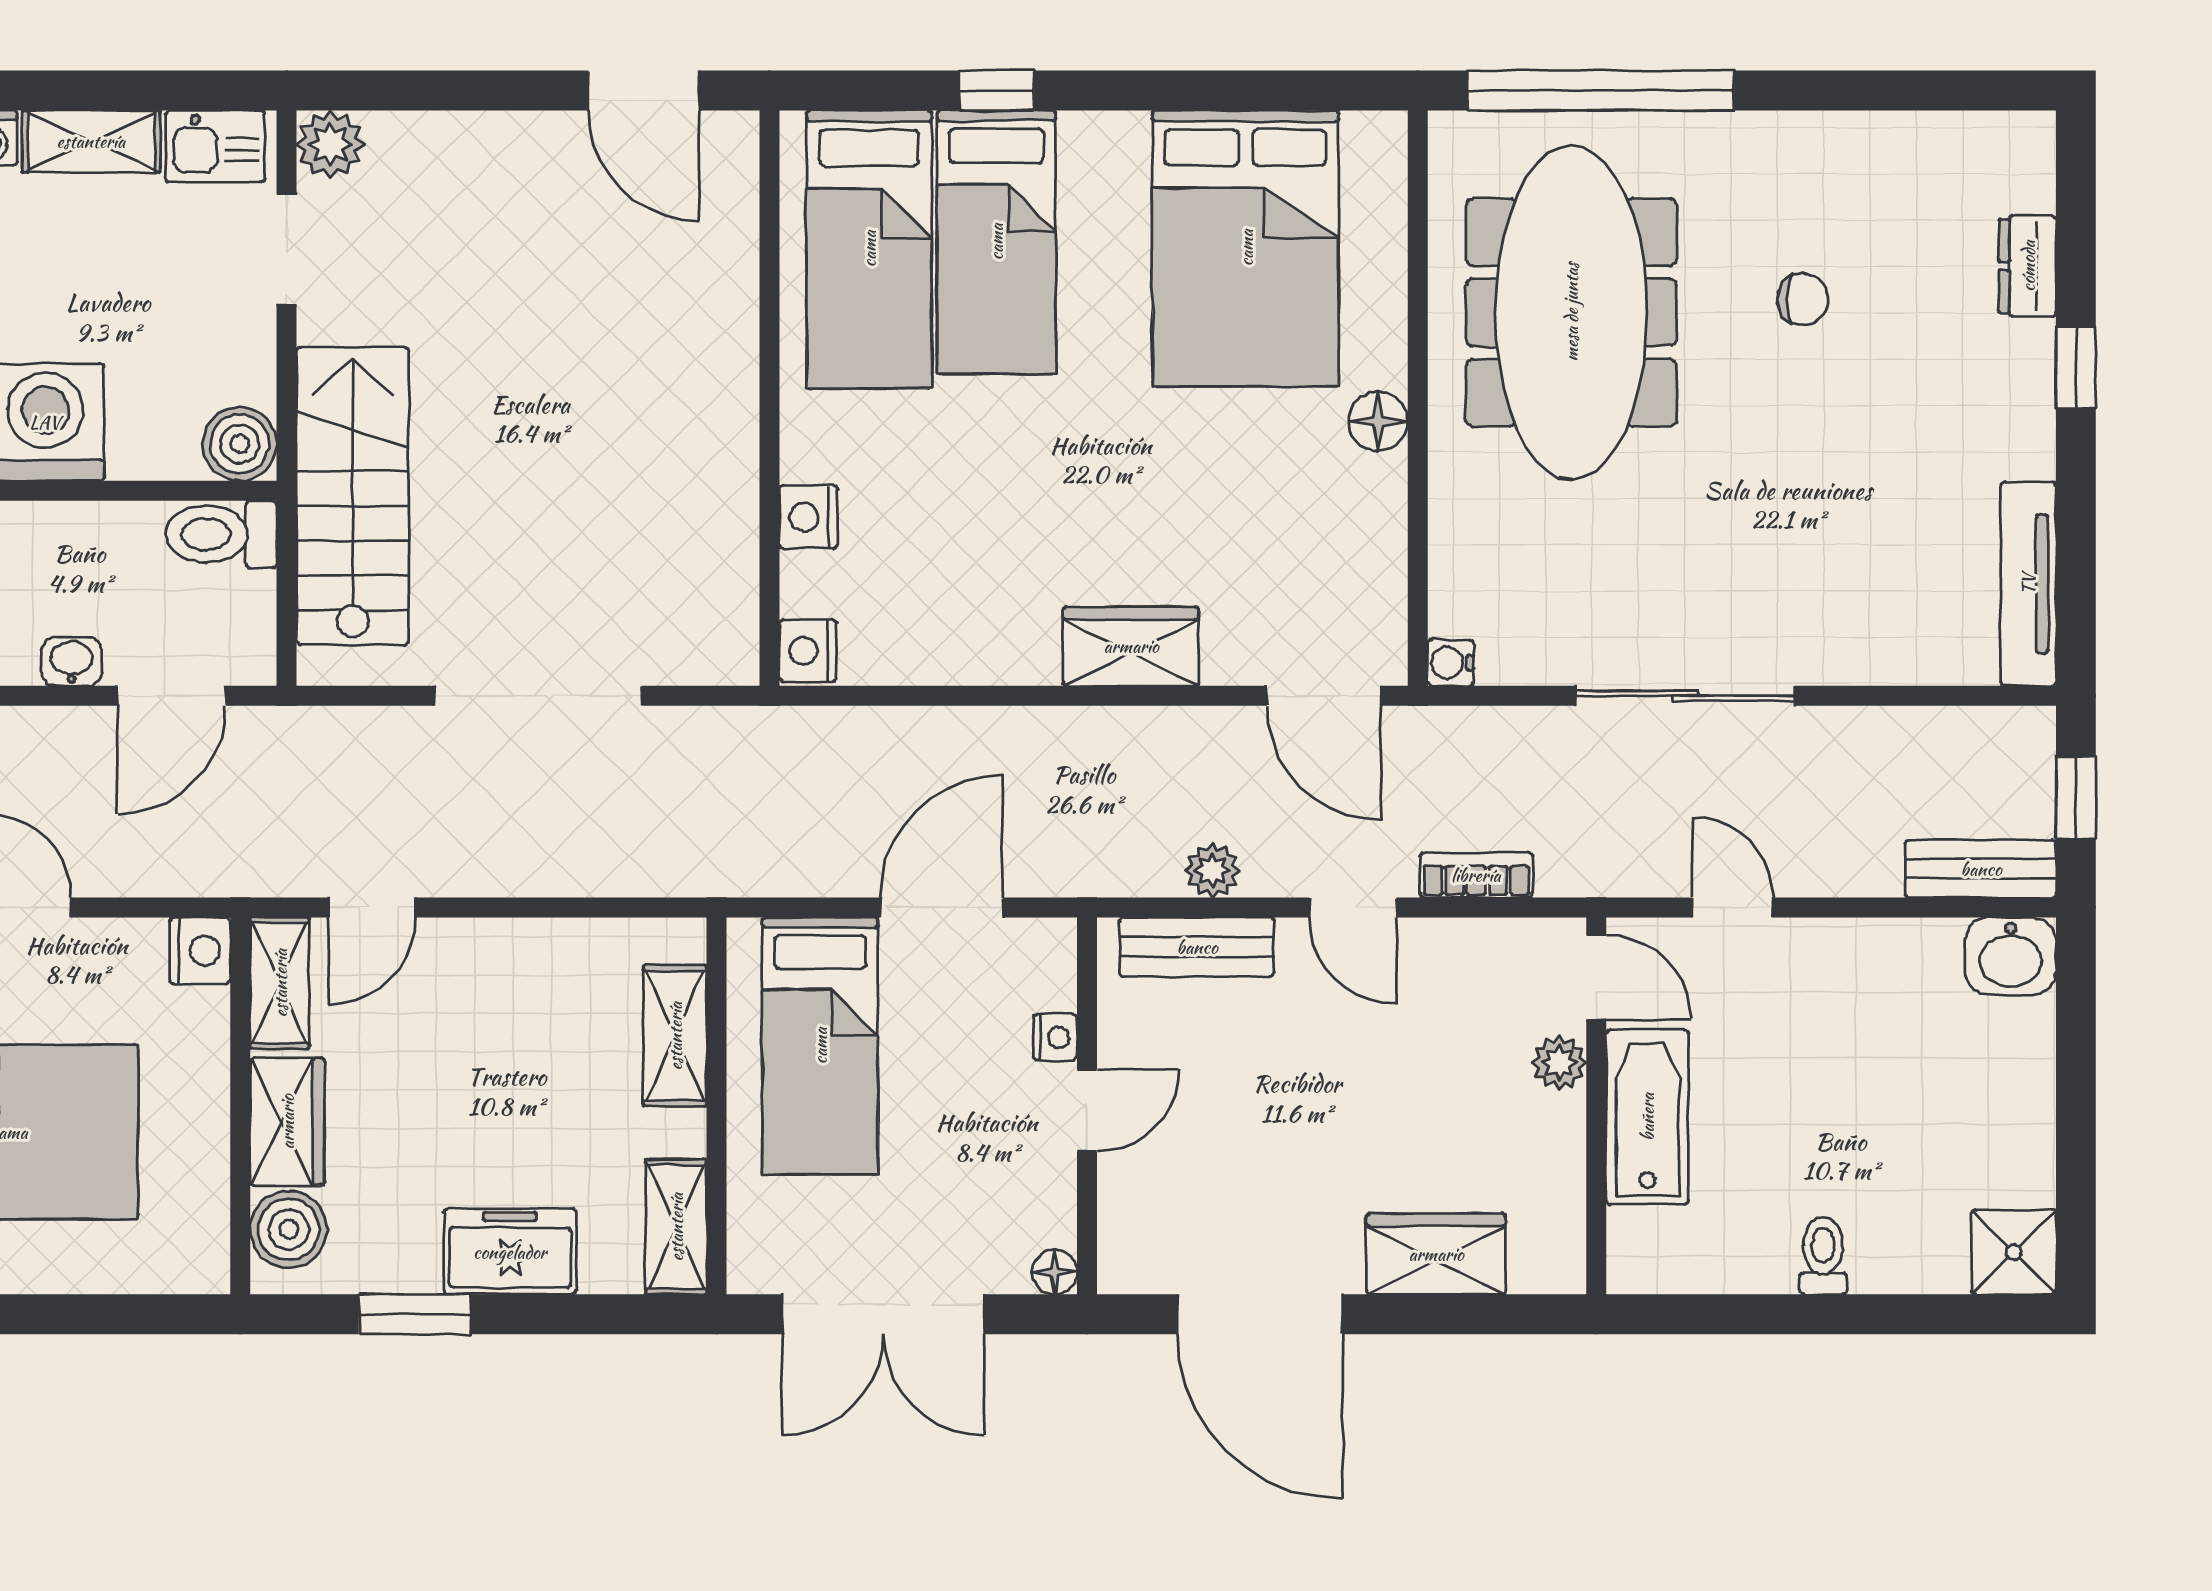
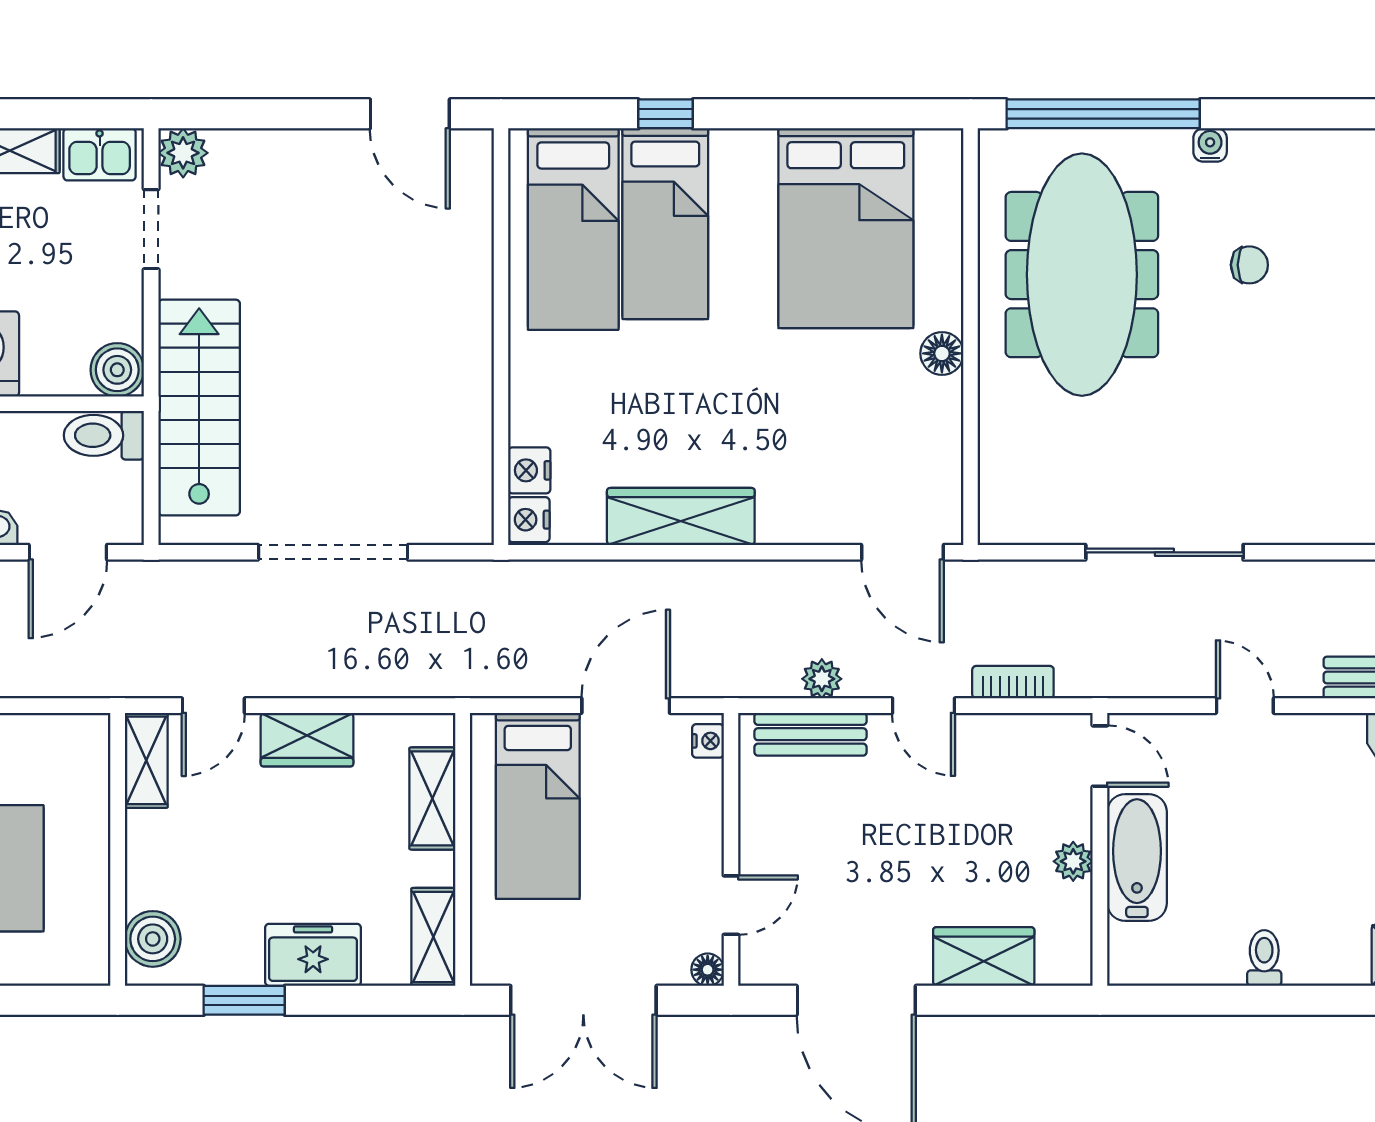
nightstand: (809, 517) -> (529, 470), moved
wardrobe: (1131, 646) -> (681, 517), moved, width x1.50
water cooler: (1451, 663) -> (1210, 145), moved, turned 90
door: (1732, 907) -> (1245, 706), moved
nightstand: (200, 950) -> (88, 737), removed
nightstand: (1055, 1037) -> (708, 741), moved
plant: (1559, 1062) -> (1073, 861), moved
door: (1087, 1111) -> (731, 905), moved
wardrobe: (287, 1122) -> (307, 740), moved, turned 90

